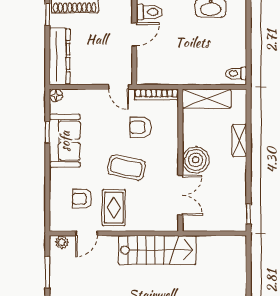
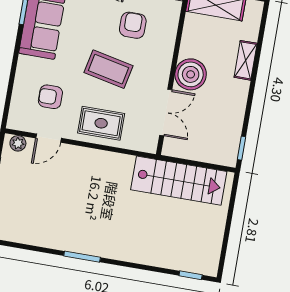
armchair: (140, 127) -> (133, 25), turned 90
rug: (114, 208) -> (101, 123), moved, turned 90
stairs: (157, 250) -> (179, 181), moved

